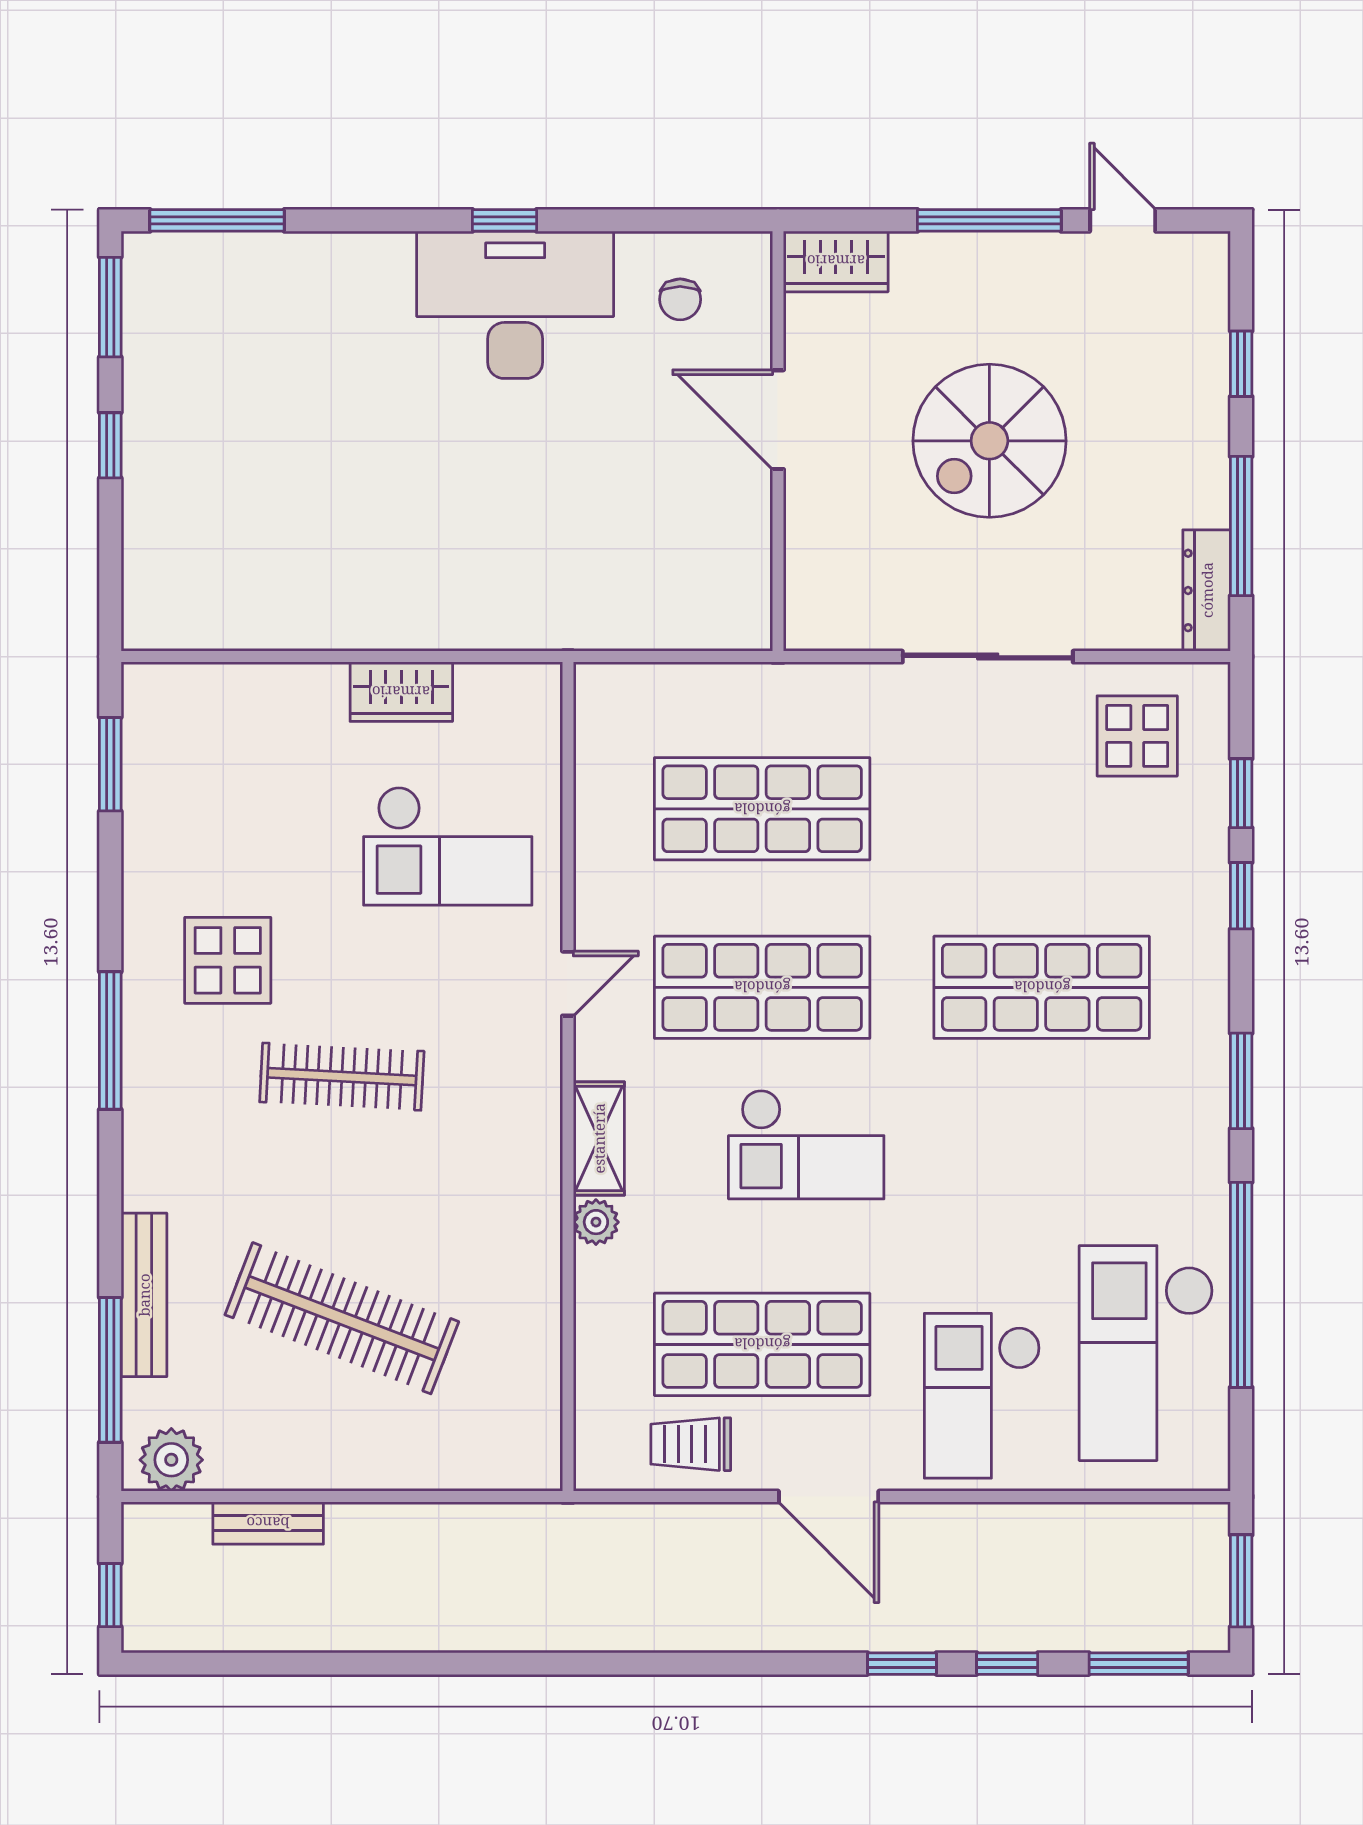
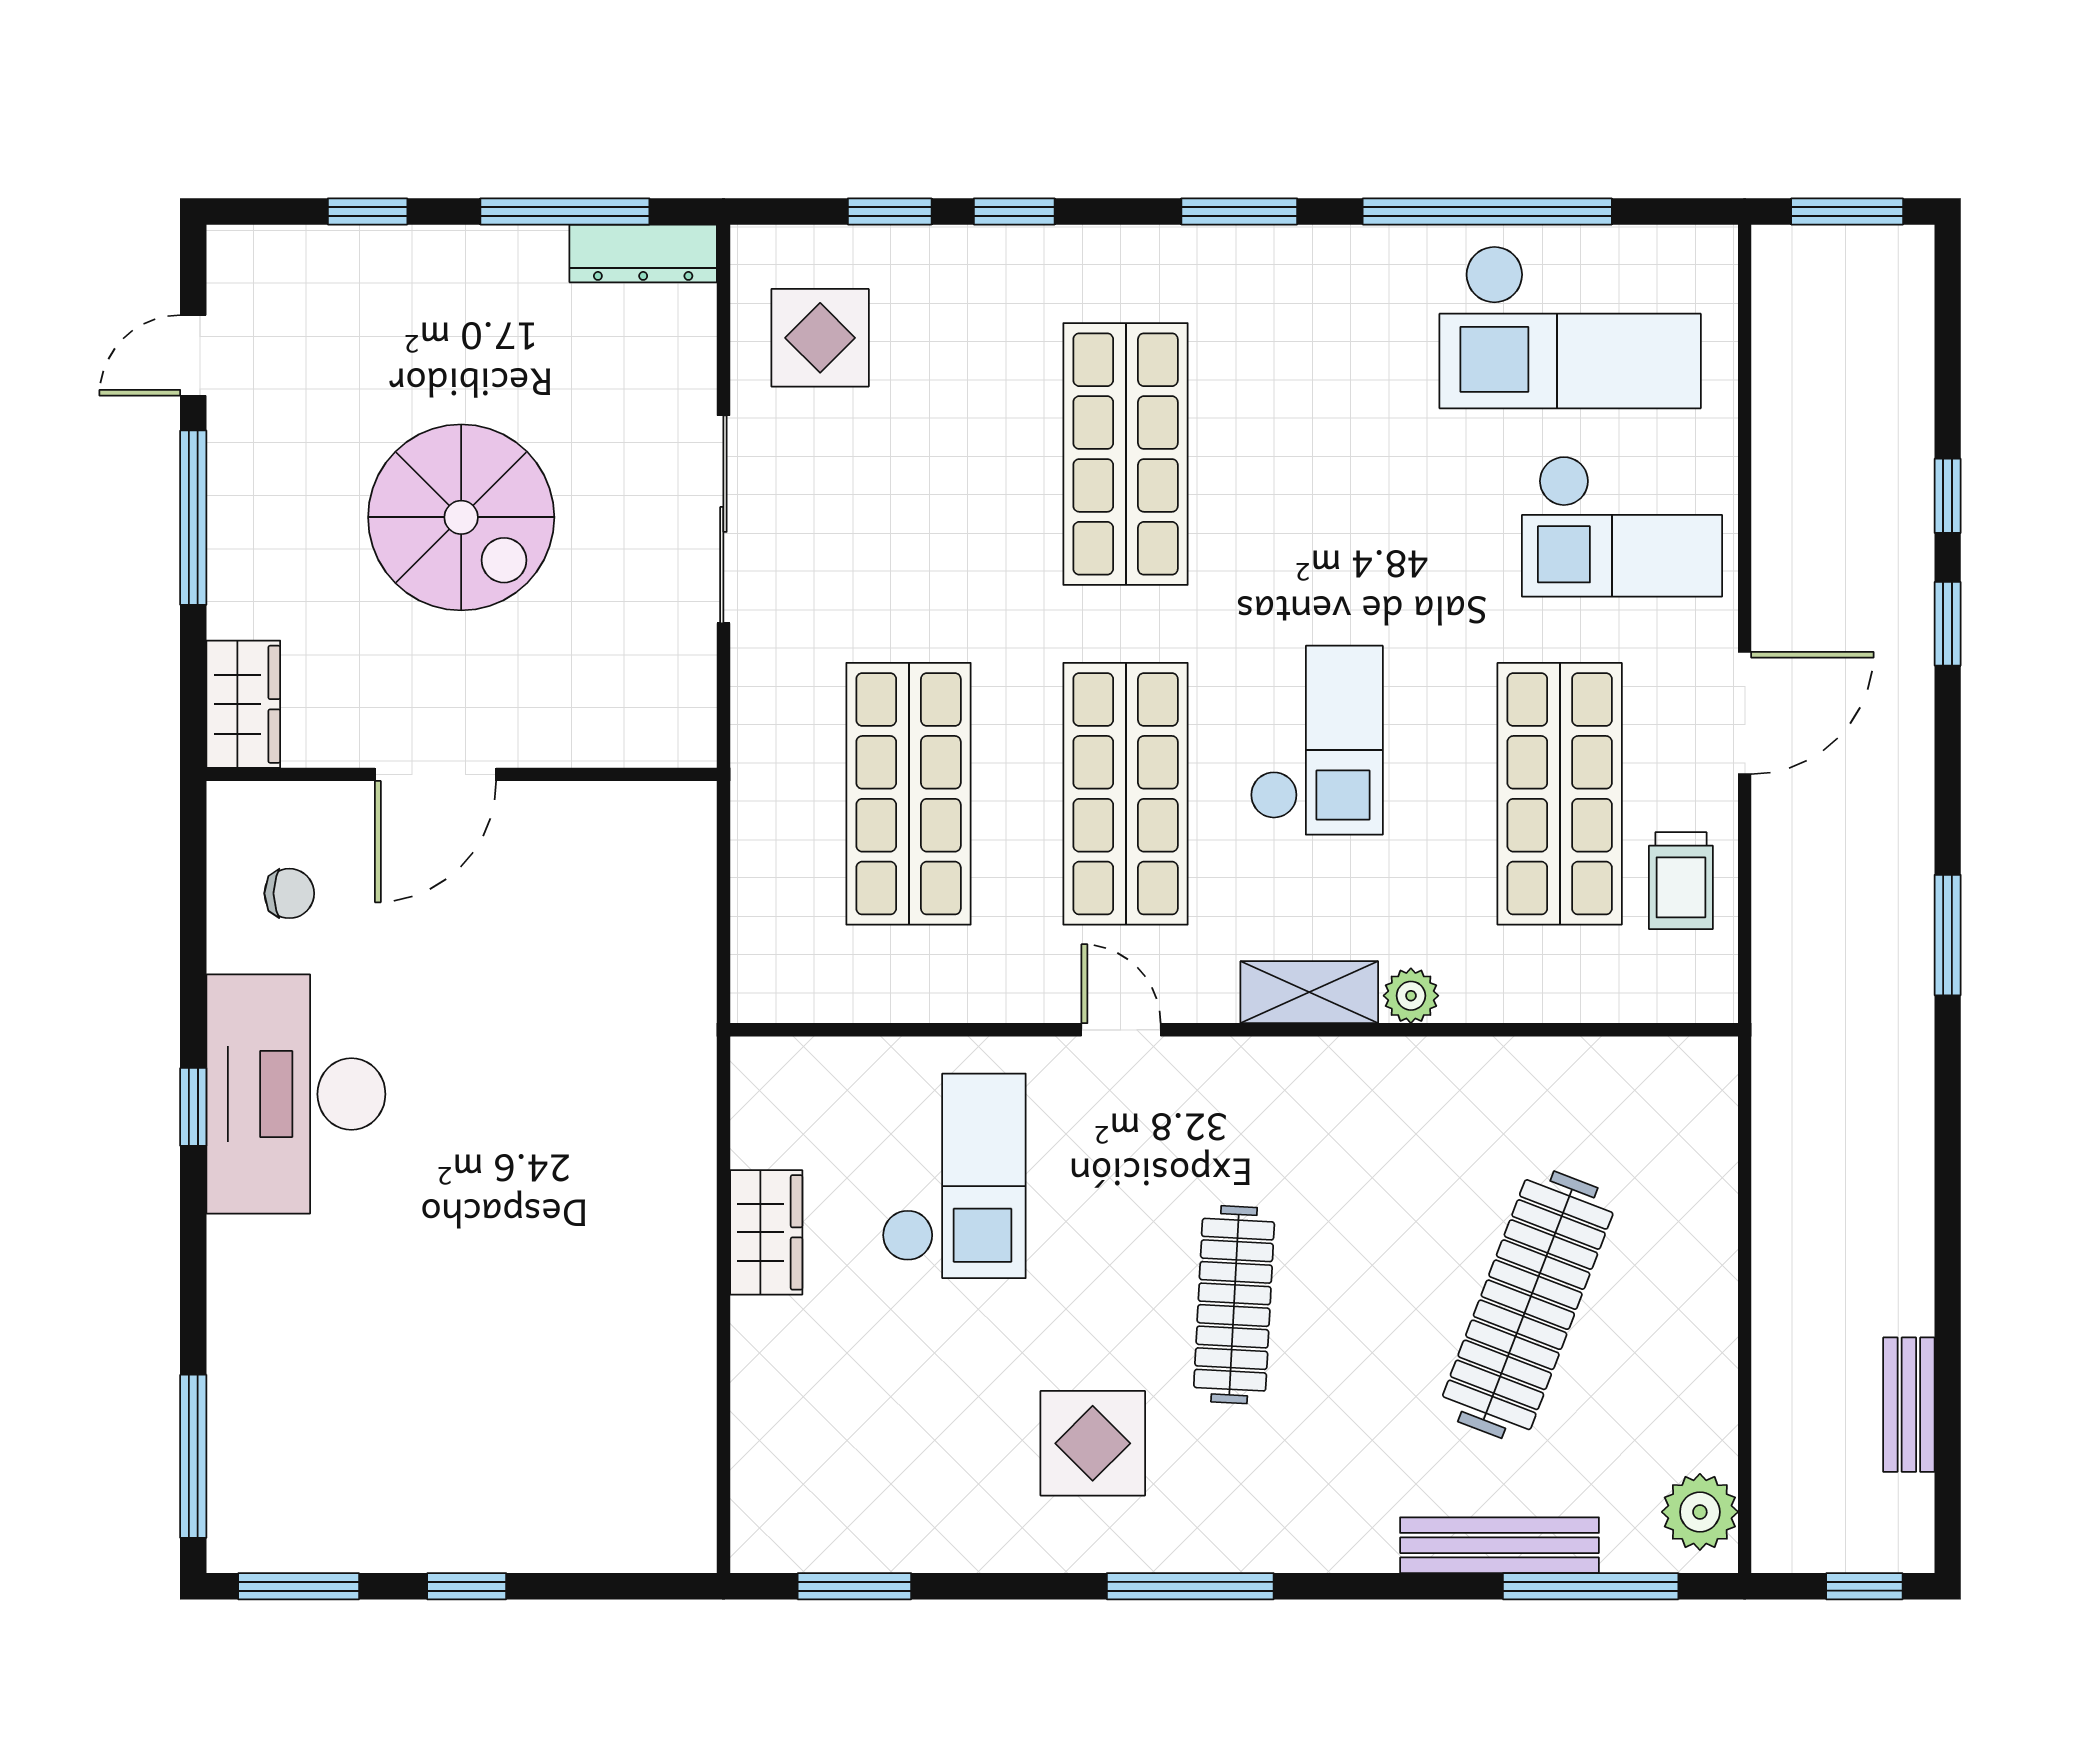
bench: (268, 1523) -> (1909, 1405), moved
window: (1139, 1664) -> (1948, 935), moved

